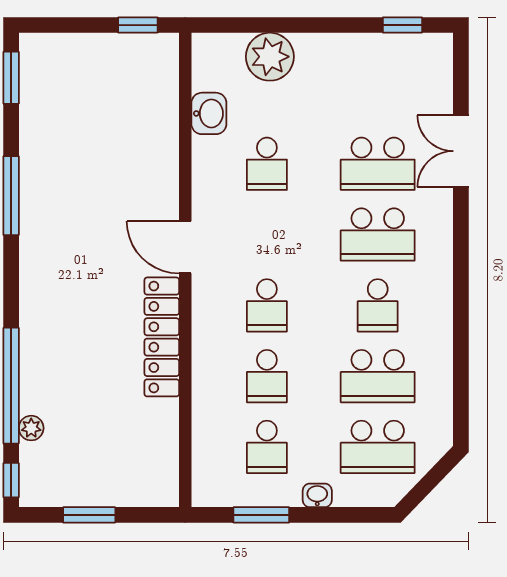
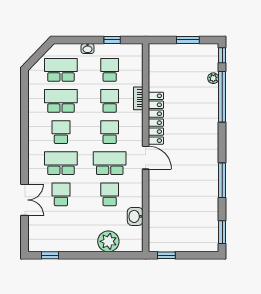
school desk: (378, 164) -> (61, 194), width x0.54
school desk: (267, 235) -> (110, 163), added
bookcase: (202, 382) -> (138, 98), added
window: (261, 515) -> (112, 40), width x0.67

